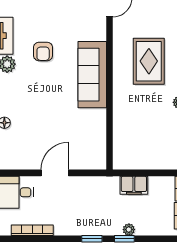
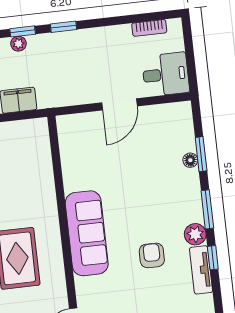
bookcase: (32, 230) -> (149, 28), width x0.64

